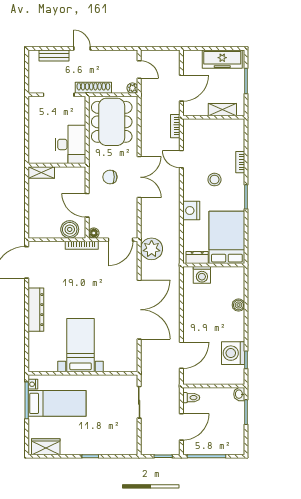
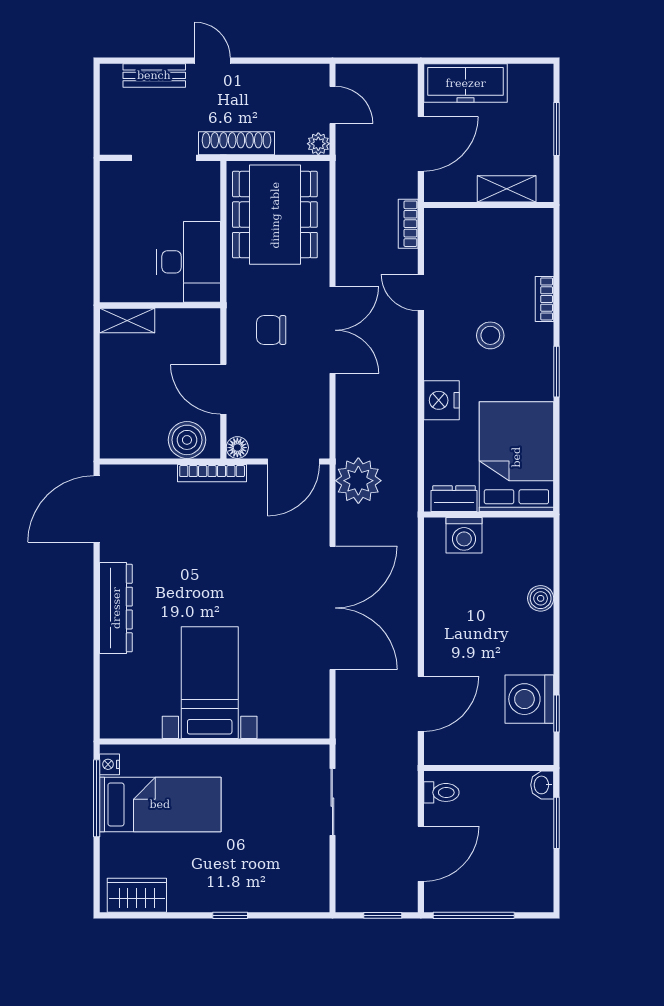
freezer: (222, 59) -> (466, 83), moved

